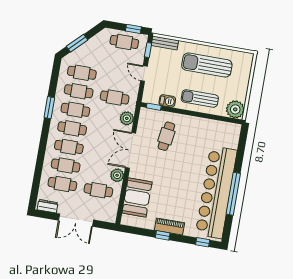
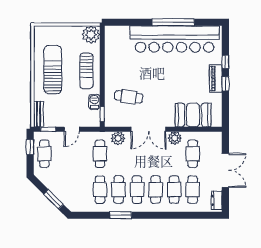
sun lounger: (207, 65) -> (53, 70), turned 180
cafe table: (82, 73) -> (81, 190), removed
window: (203, 242) -> (225, 62), moved

